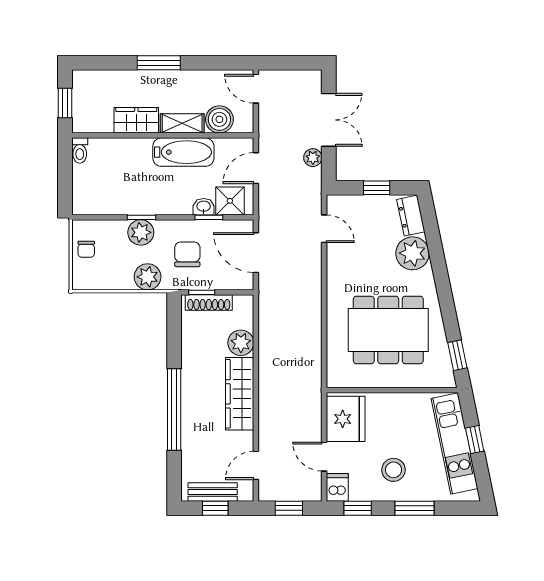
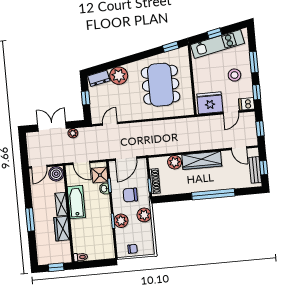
boiler: (219, 119) -> (56, 174), moved

